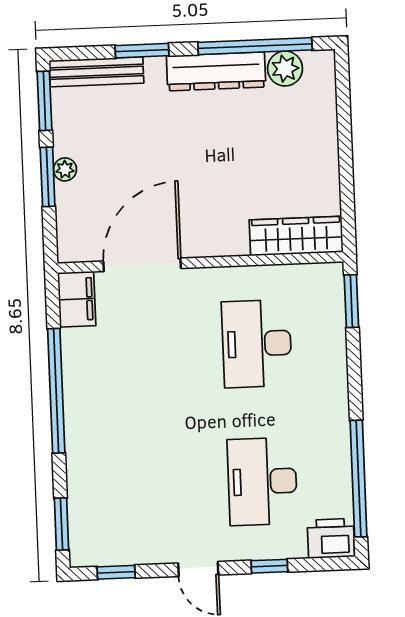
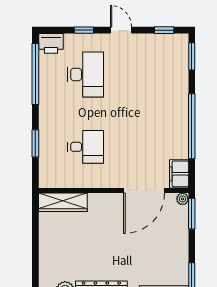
plant: (65, 169) -> (182, 199), moved
window: (48, 177) -> (192, 214), moved
window: (351, 301) -> (35, 143), moved
desk: (257, 344) -> (86, 147), width x0.73

